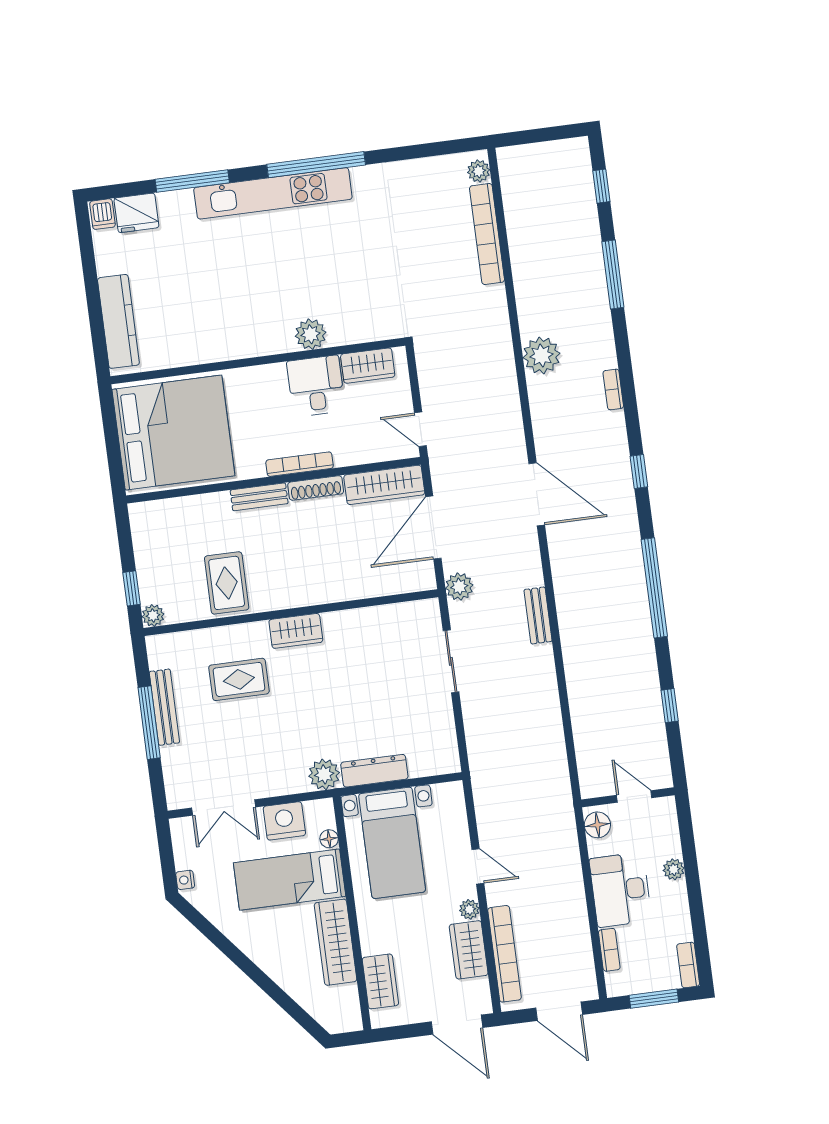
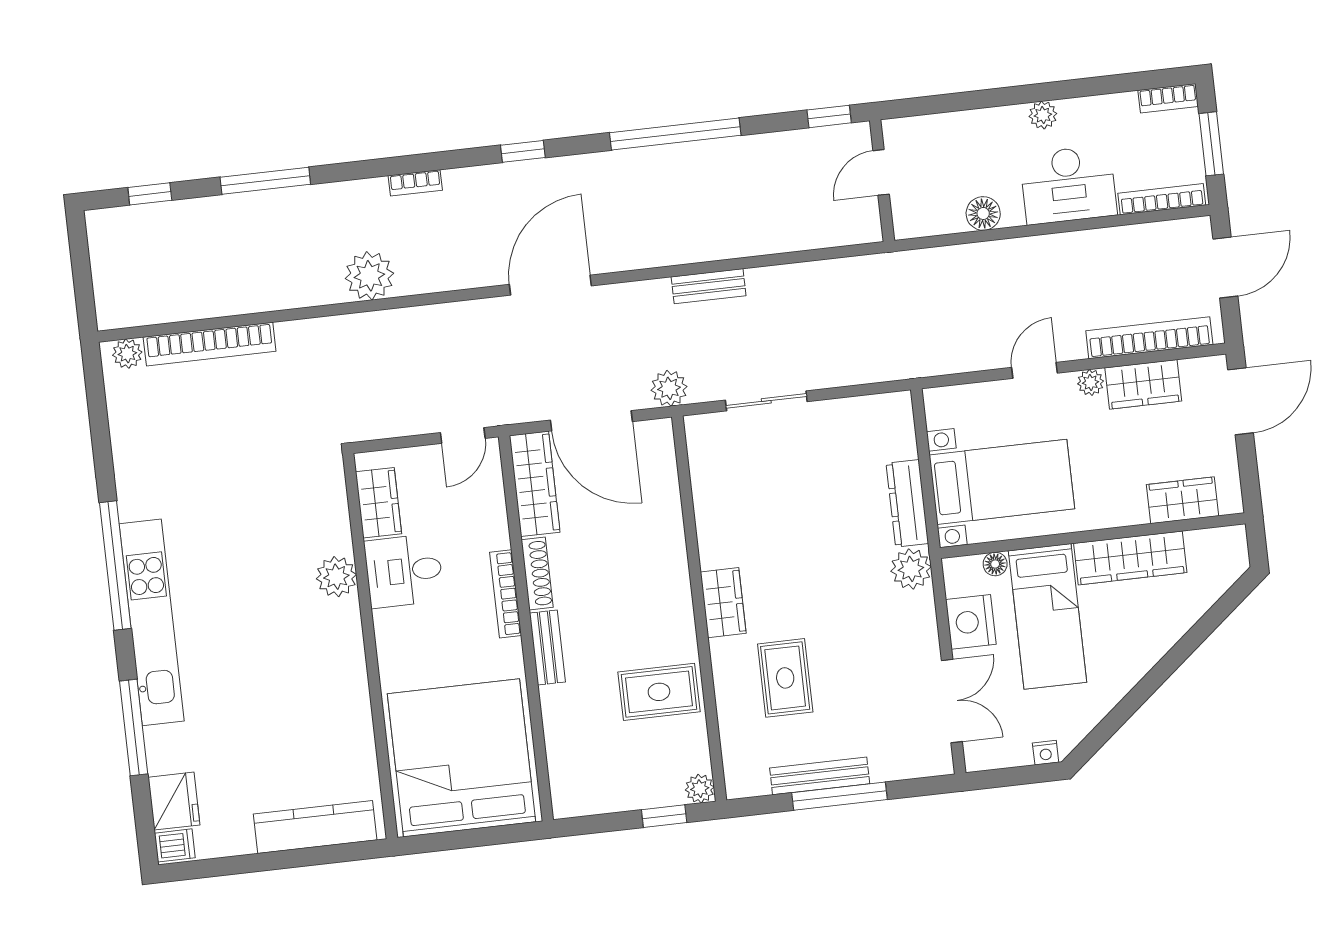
door: (634, 796) -> (881, 172), moved
wall: (628, 797) -> (882, 181), moved
bookcase: (609, 950) -> (1162, 199), width x1.56

